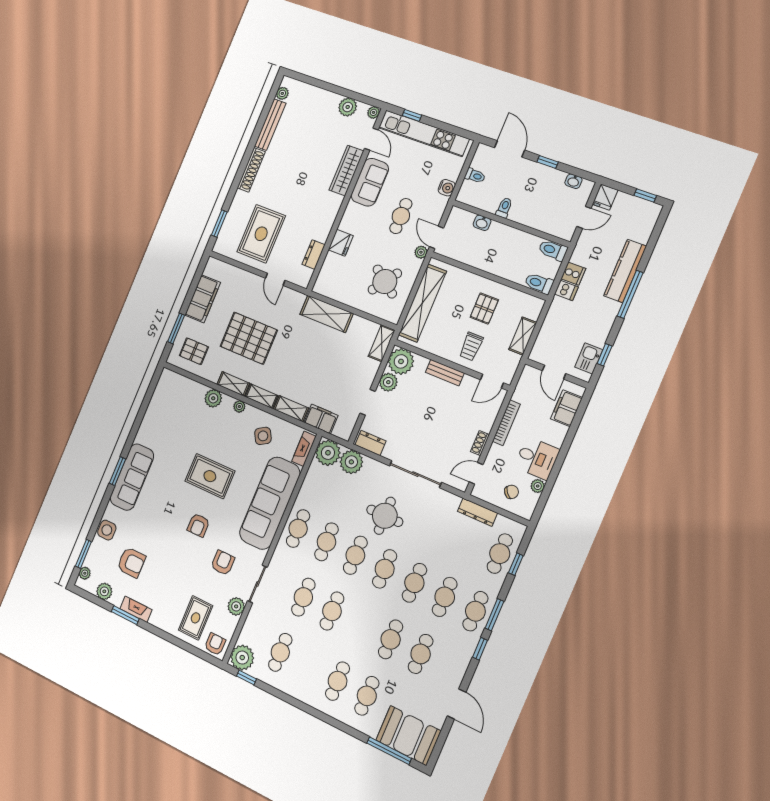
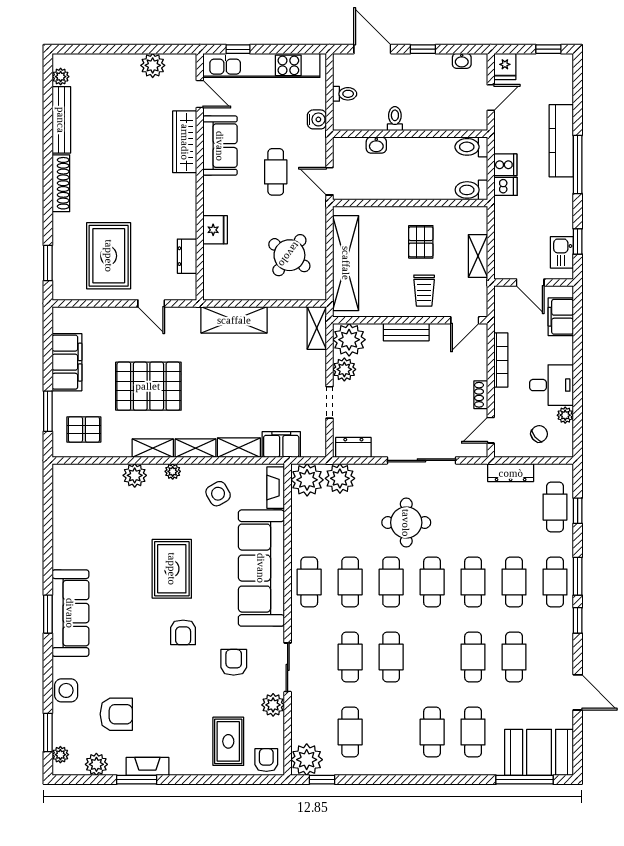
plant: (374, 112) -> (188, 61), removed
plant: (421, 252) -> (318, 205), removed
rug: (210, 476) -> (172, 569), turned 90

